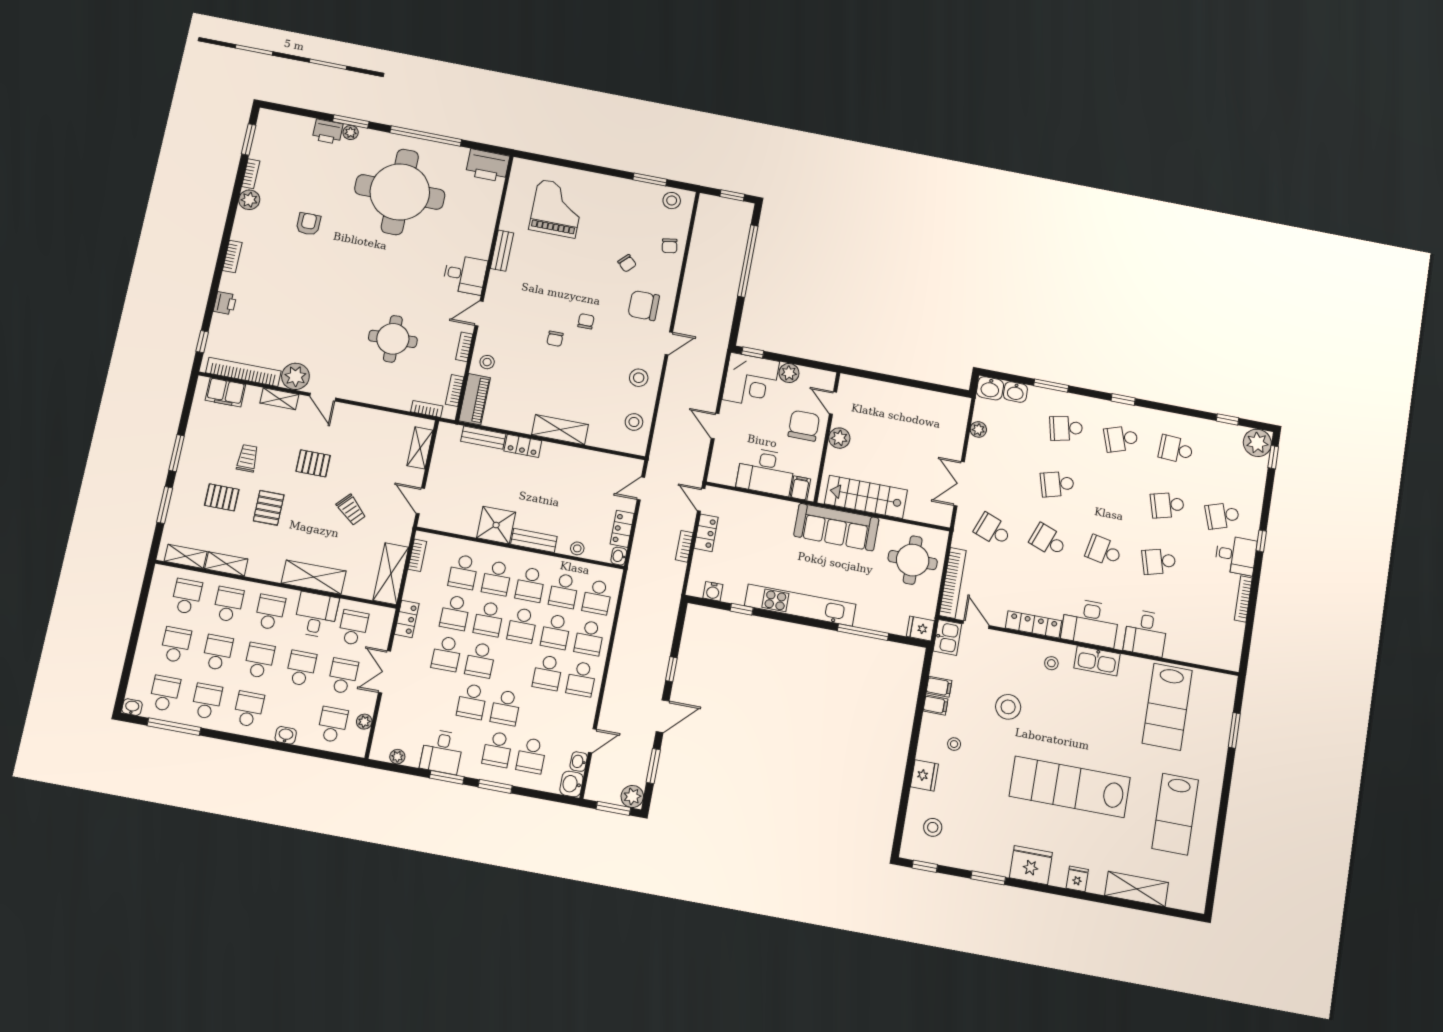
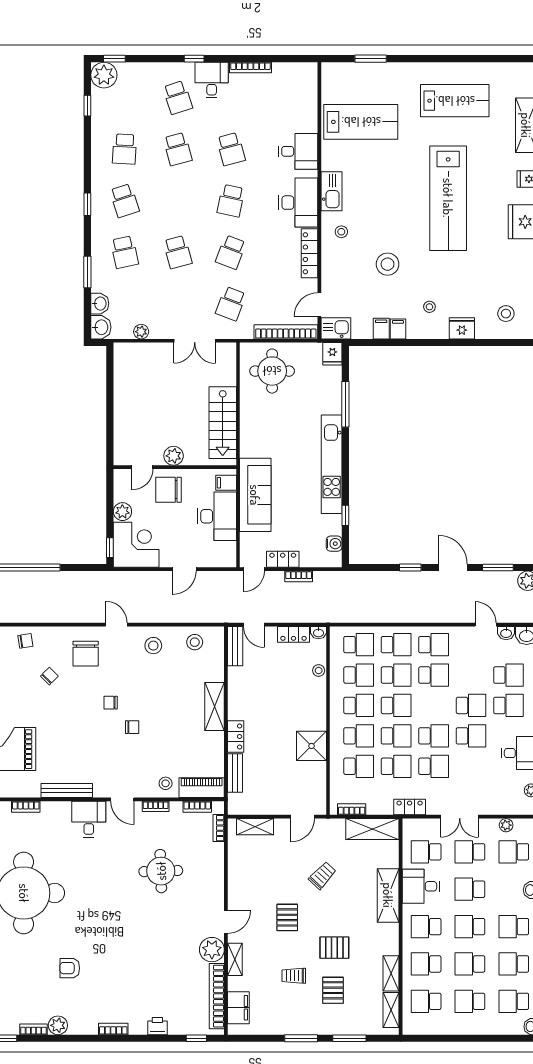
bookcase: (492, 212) -> (26, 807), added
bench: (502, 251) -> (67, 790), width x1.36
sofa: (836, 527) -> (255, 495), moved
bench: (534, 540) -> (235, 646), moved

